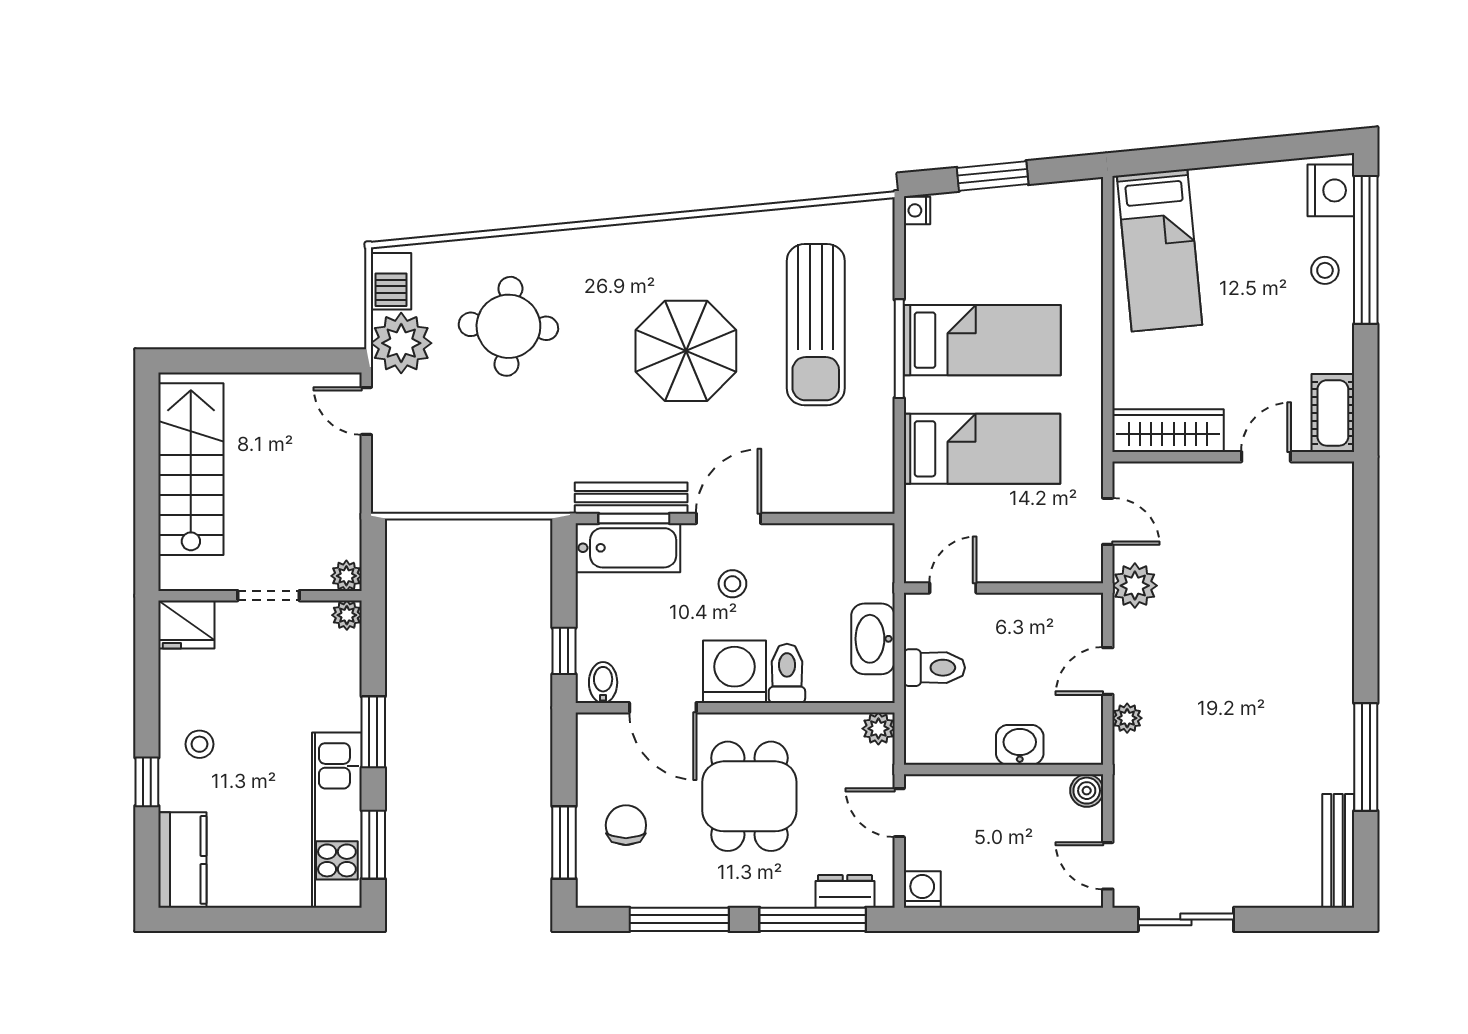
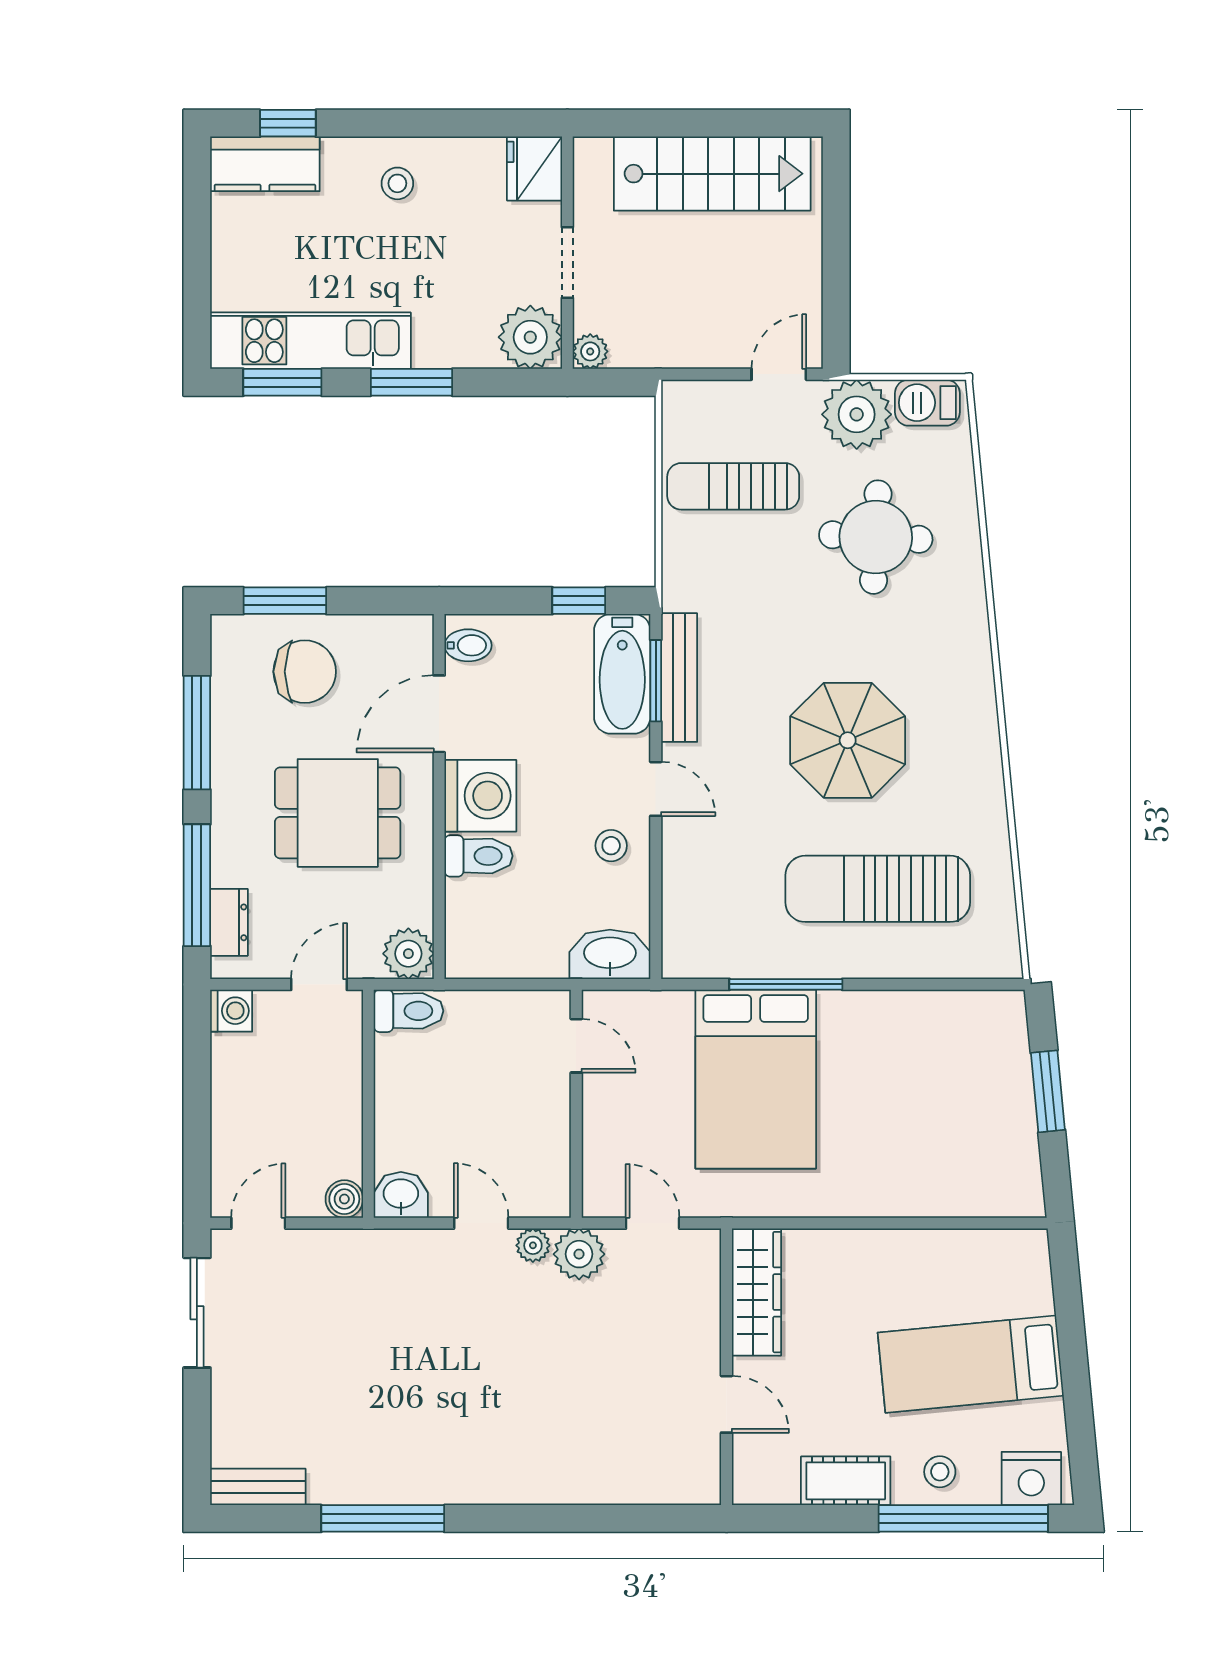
nightstand: (917, 210) -> (1008, 1005), removed
bed: (1160, 250) -> (971, 1364), moved
bed: (982, 340) -> (860, 1079), removed
window: (899, 349) -> (786, 984), moved
cot: (1333, 413) -> (846, 1481), moved
bed: (982, 449) -> (756, 1079), width x1.50
sun lounger: (464, 451) -> (733, 486), added
door: (728, 518) -> (656, 789), width x0.73
door: (1108, 521) -> (653, 1223), swing flipped
stool: (732, 584) -> (611, 846), moved
plant: (347, 615) -> (530, 337), width x1.88, depth x1.88
washbasin: (873, 639) -> (610, 954), moved
window: (564, 651) -> (579, 601), moved
toilet: (934, 668) -> (409, 1011), moved, turned -90
plant: (1127, 718) -> (533, 1245), moved
plant: (878, 729) -> (408, 954), width x1.38, depth x1.38
washbasin: (1020, 745) -> (401, 1195), moved, turned -90
window: (147, 782) -> (288, 123), moved
chair: (626, 825) -> (305, 672), width x1.37, depth x1.37
bench: (1338, 851) -> (258, 1487), width x0.73

